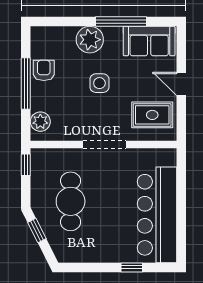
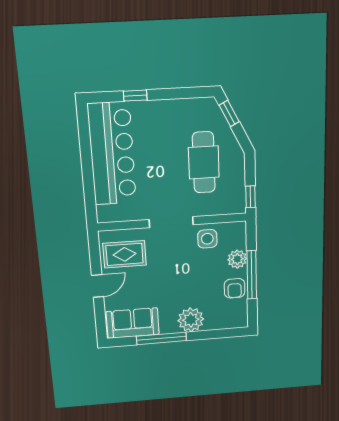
side table: (99, 83) -> (207, 239), moved
door: (181, 84) -> (98, 286), hinge flipped
plant: (40, 122) -> (237, 259), moved
window: (37, 231) -> (229, 113), moved

